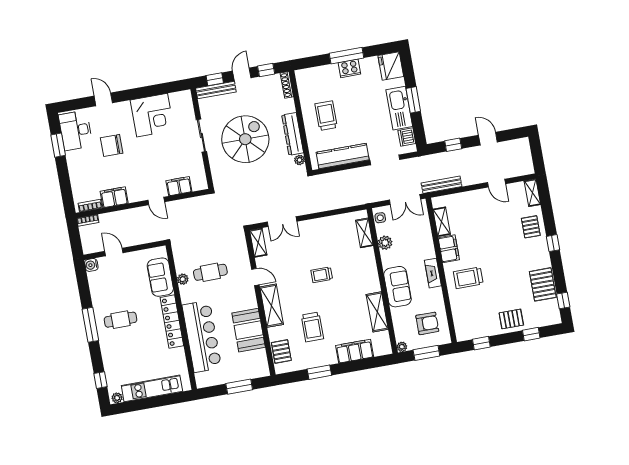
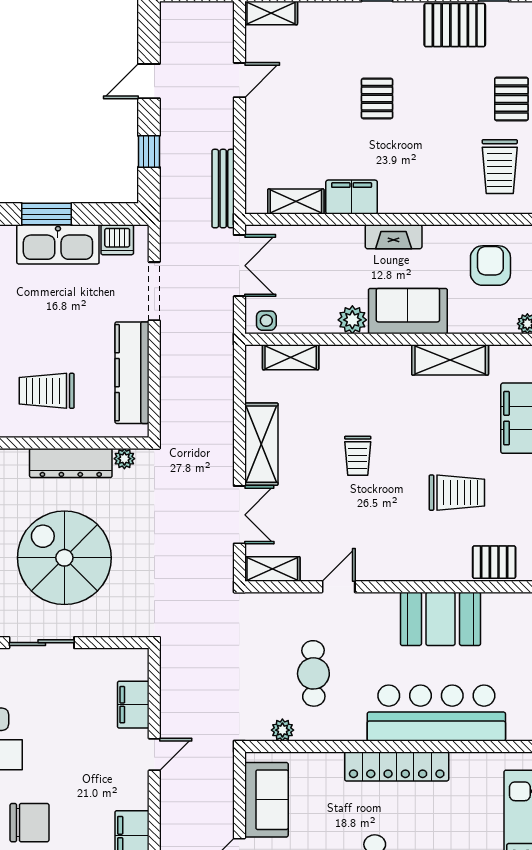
chair: (112, 145) -> (30, 823), turned -90
pallet: (531, 227) -> (377, 98), moved, turned 90
plant: (385, 243) -> (352, 320), moved
sofa: (160, 277) -> (266, 800), moved, turned -90
trolley: (468, 278) -> (500, 167), moved
plant: (183, 279) -> (282, 730), moved
shelving: (272, 306) -> (261, 444), moved, turned 90

